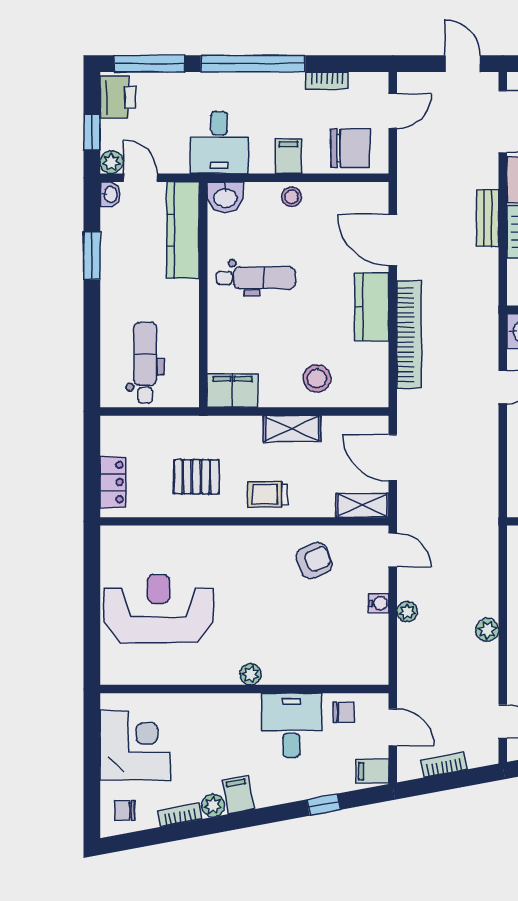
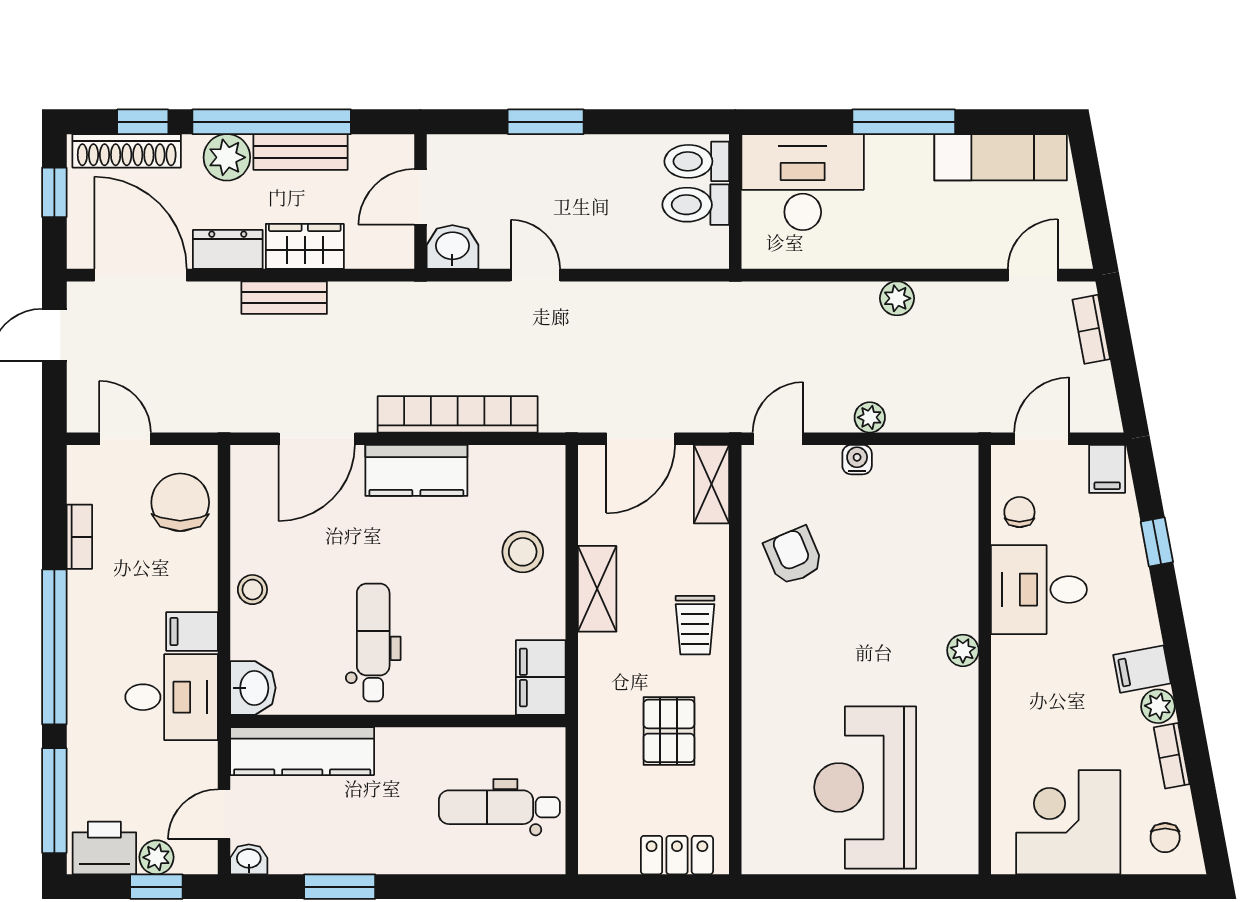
filing cabinet: (289, 156) -> (192, 632), moved
plant: (111, 162) -> (156, 857), moved
bookcase: (444, 765) -> (1091, 329), moved

